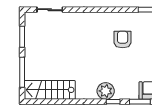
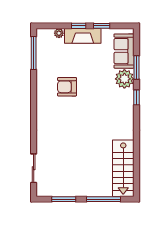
plant: (106, 91) -> (124, 79), moved

